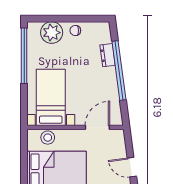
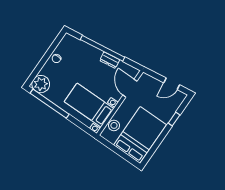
plant: (52, 33) -> (41, 84), moved
dresser: (108, 55) -> (110, 60), moved

